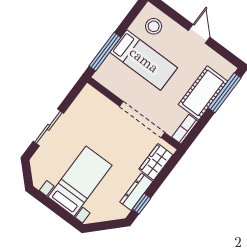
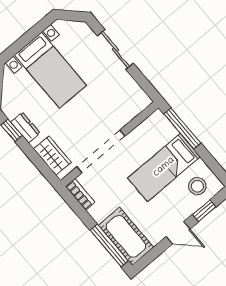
window: (174, 15) -> (204, 211), added
cot: (203, 93) -> (126, 236), moved
dresser: (136, 192) -> (25, 128), width x0.70

